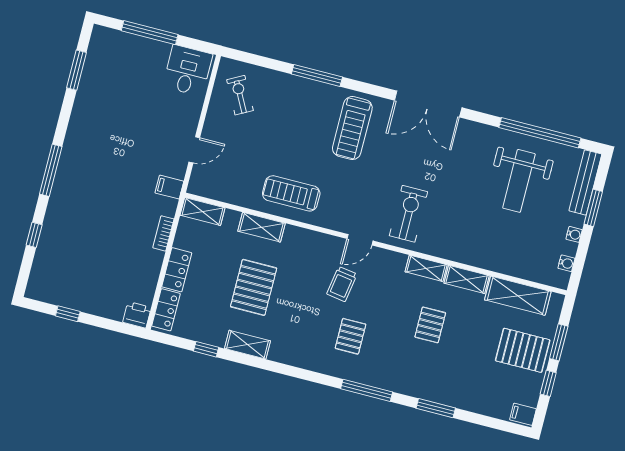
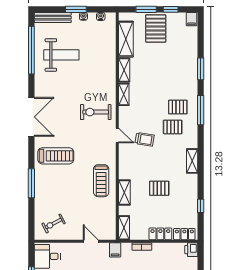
window: (593, 208) -> (76, 9), moved
pallet: (254, 287) -> (159, 188), width x0.67, depth x0.71
pallet: (430, 325) -> (178, 107), moved
shelving: (247, 345) -> (192, 161), moved

